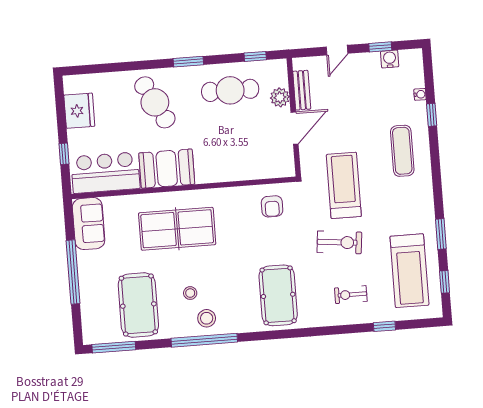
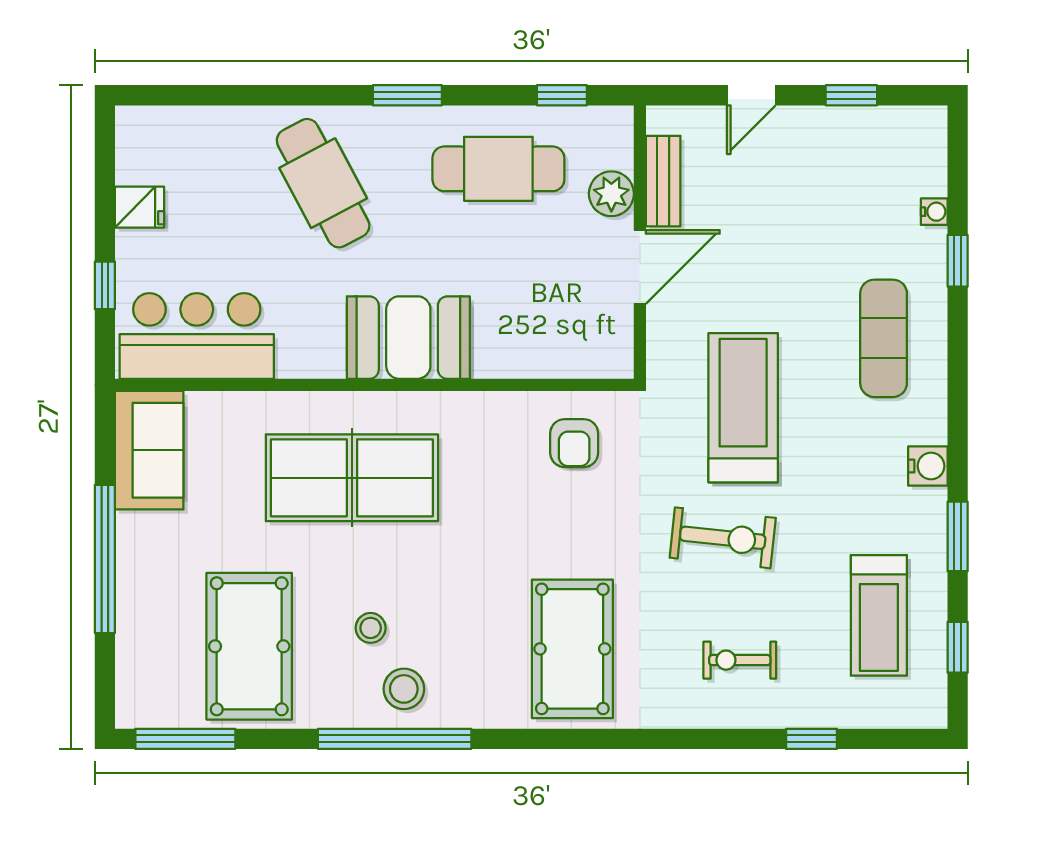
water cooler: (390, 59) -> (928, 466), moved, turned 90
fridge: (79, 111) -> (139, 207), width x0.53, depth x0.75
booth: (167, 169) -> (408, 338), moved
treadmill: (409, 271) -> (879, 615), width x0.73, depth x0.73

